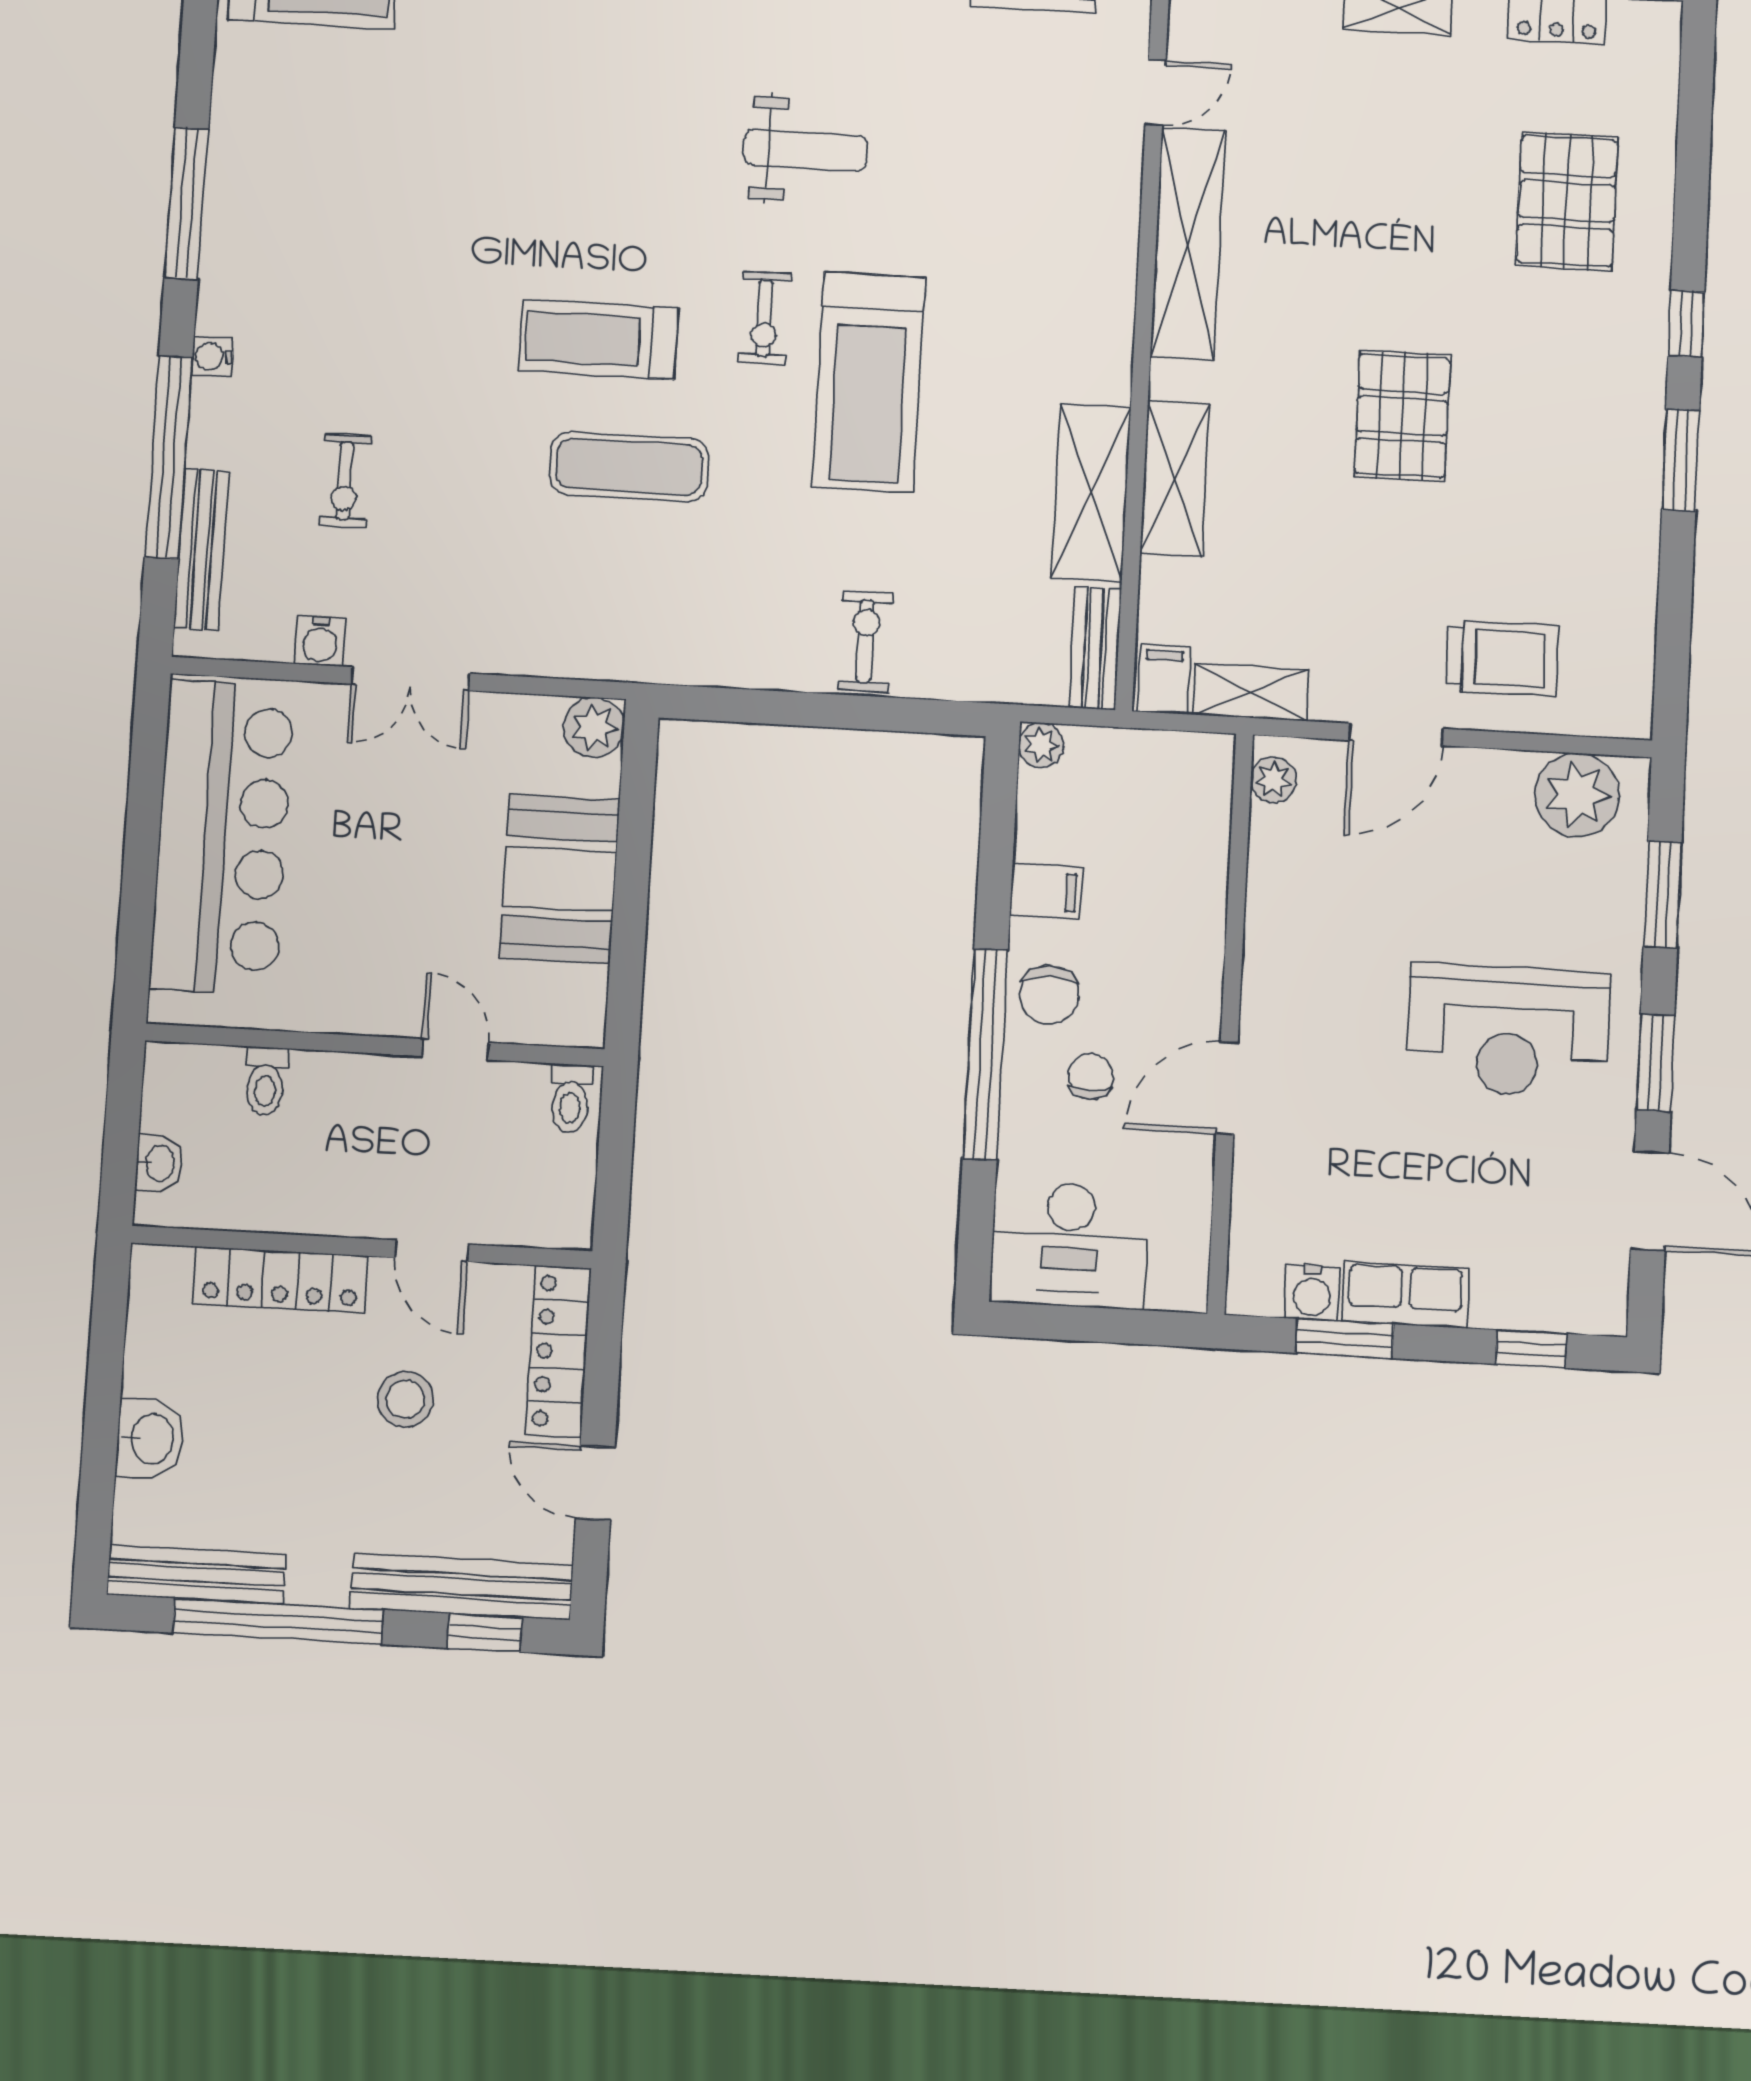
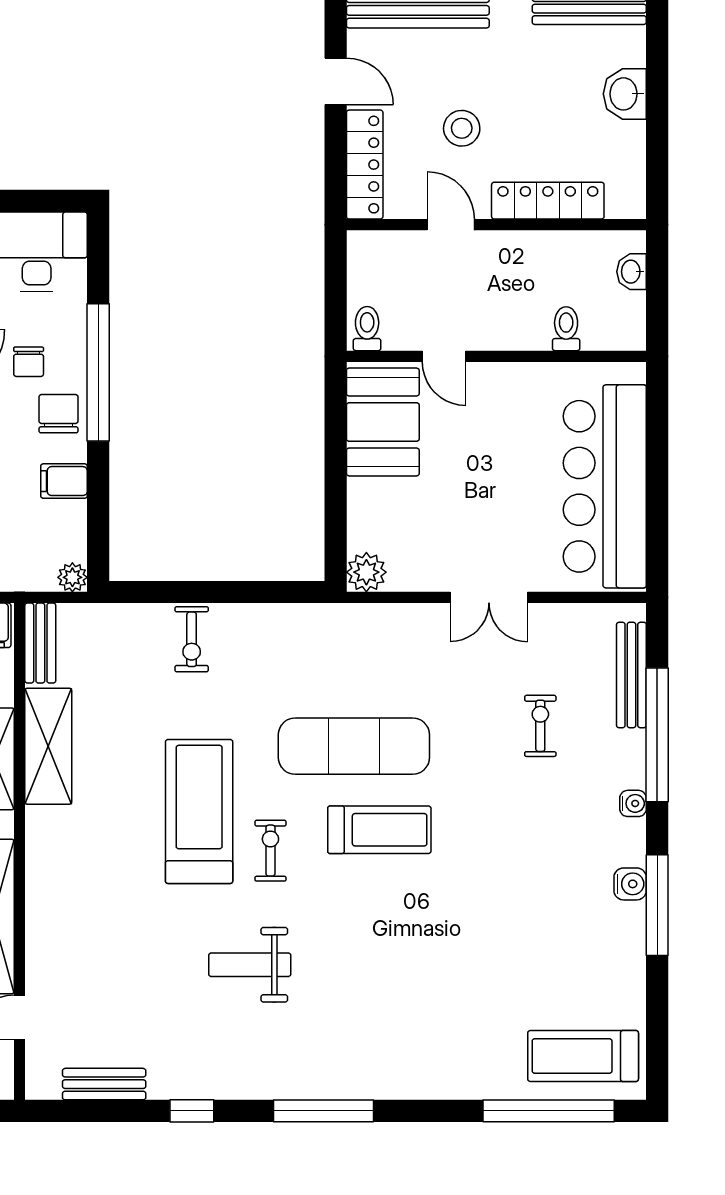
exercise mat: (629, 467) -> (354, 746), width x1.36, depth x1.45
water cooler: (320, 641) -> (630, 884), moved, turned 90
double door: (410, 679) -> (489, 597), swing flipped
booth: (560, 879) -> (383, 422), moved

